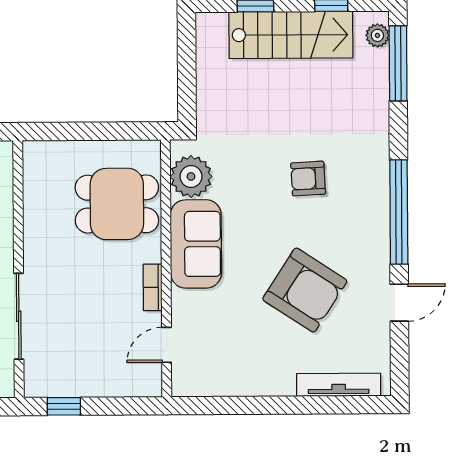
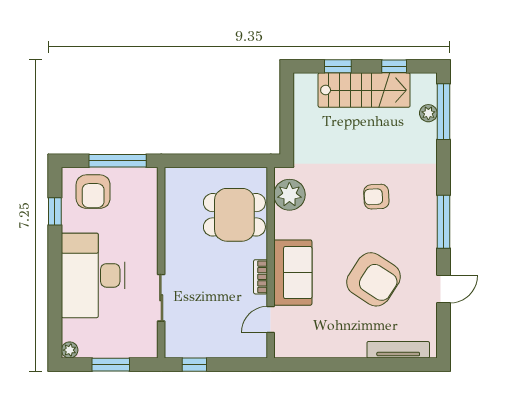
plant: (377, 35) -> (428, 113), moved
window: (399, 212) -> (443, 222), width x0.68
sofa: (196, 244) -> (293, 273), moved
sliding door: (19, 316) -> (161, 298), width x0.73

